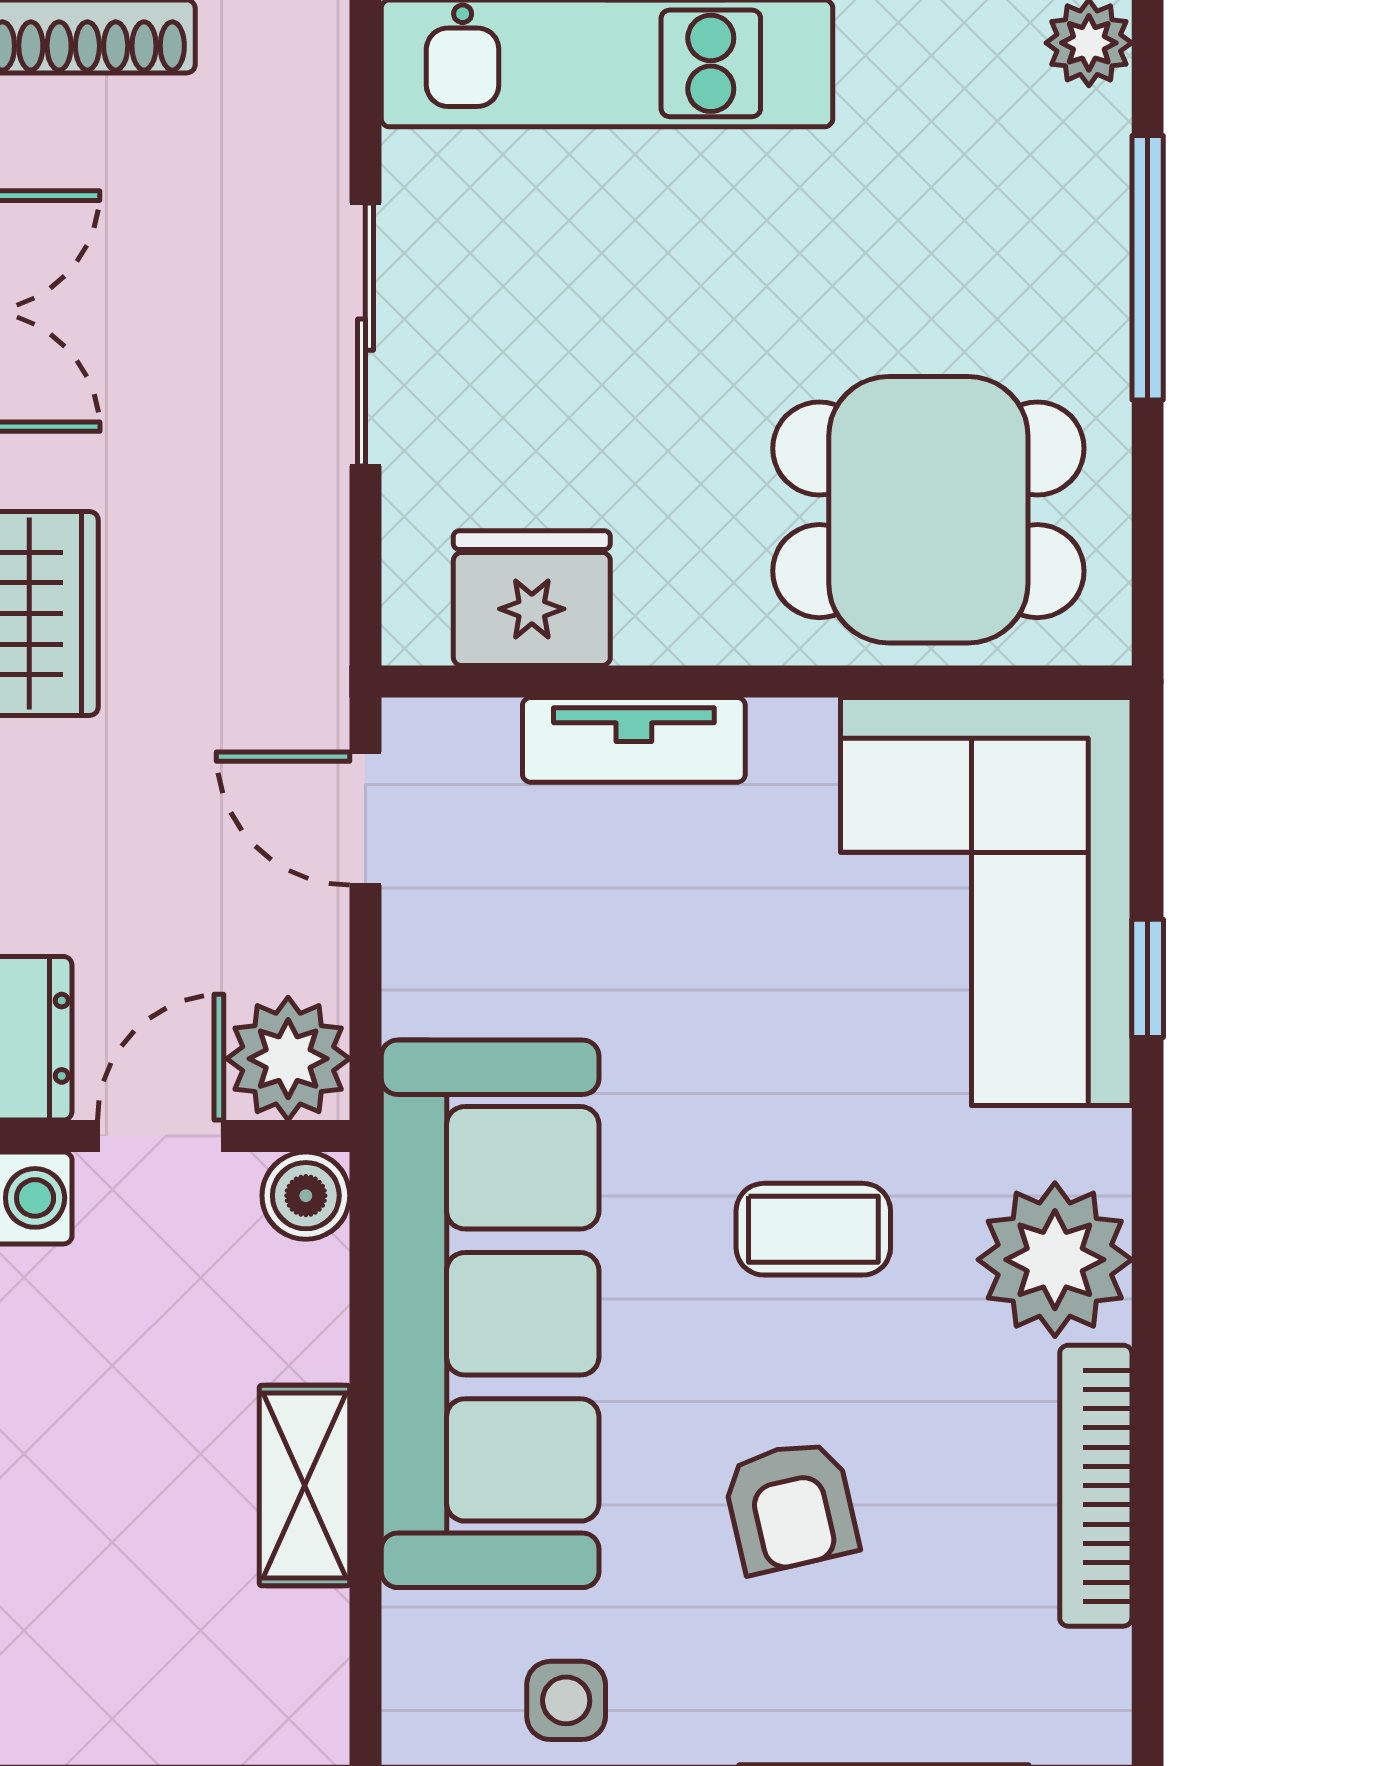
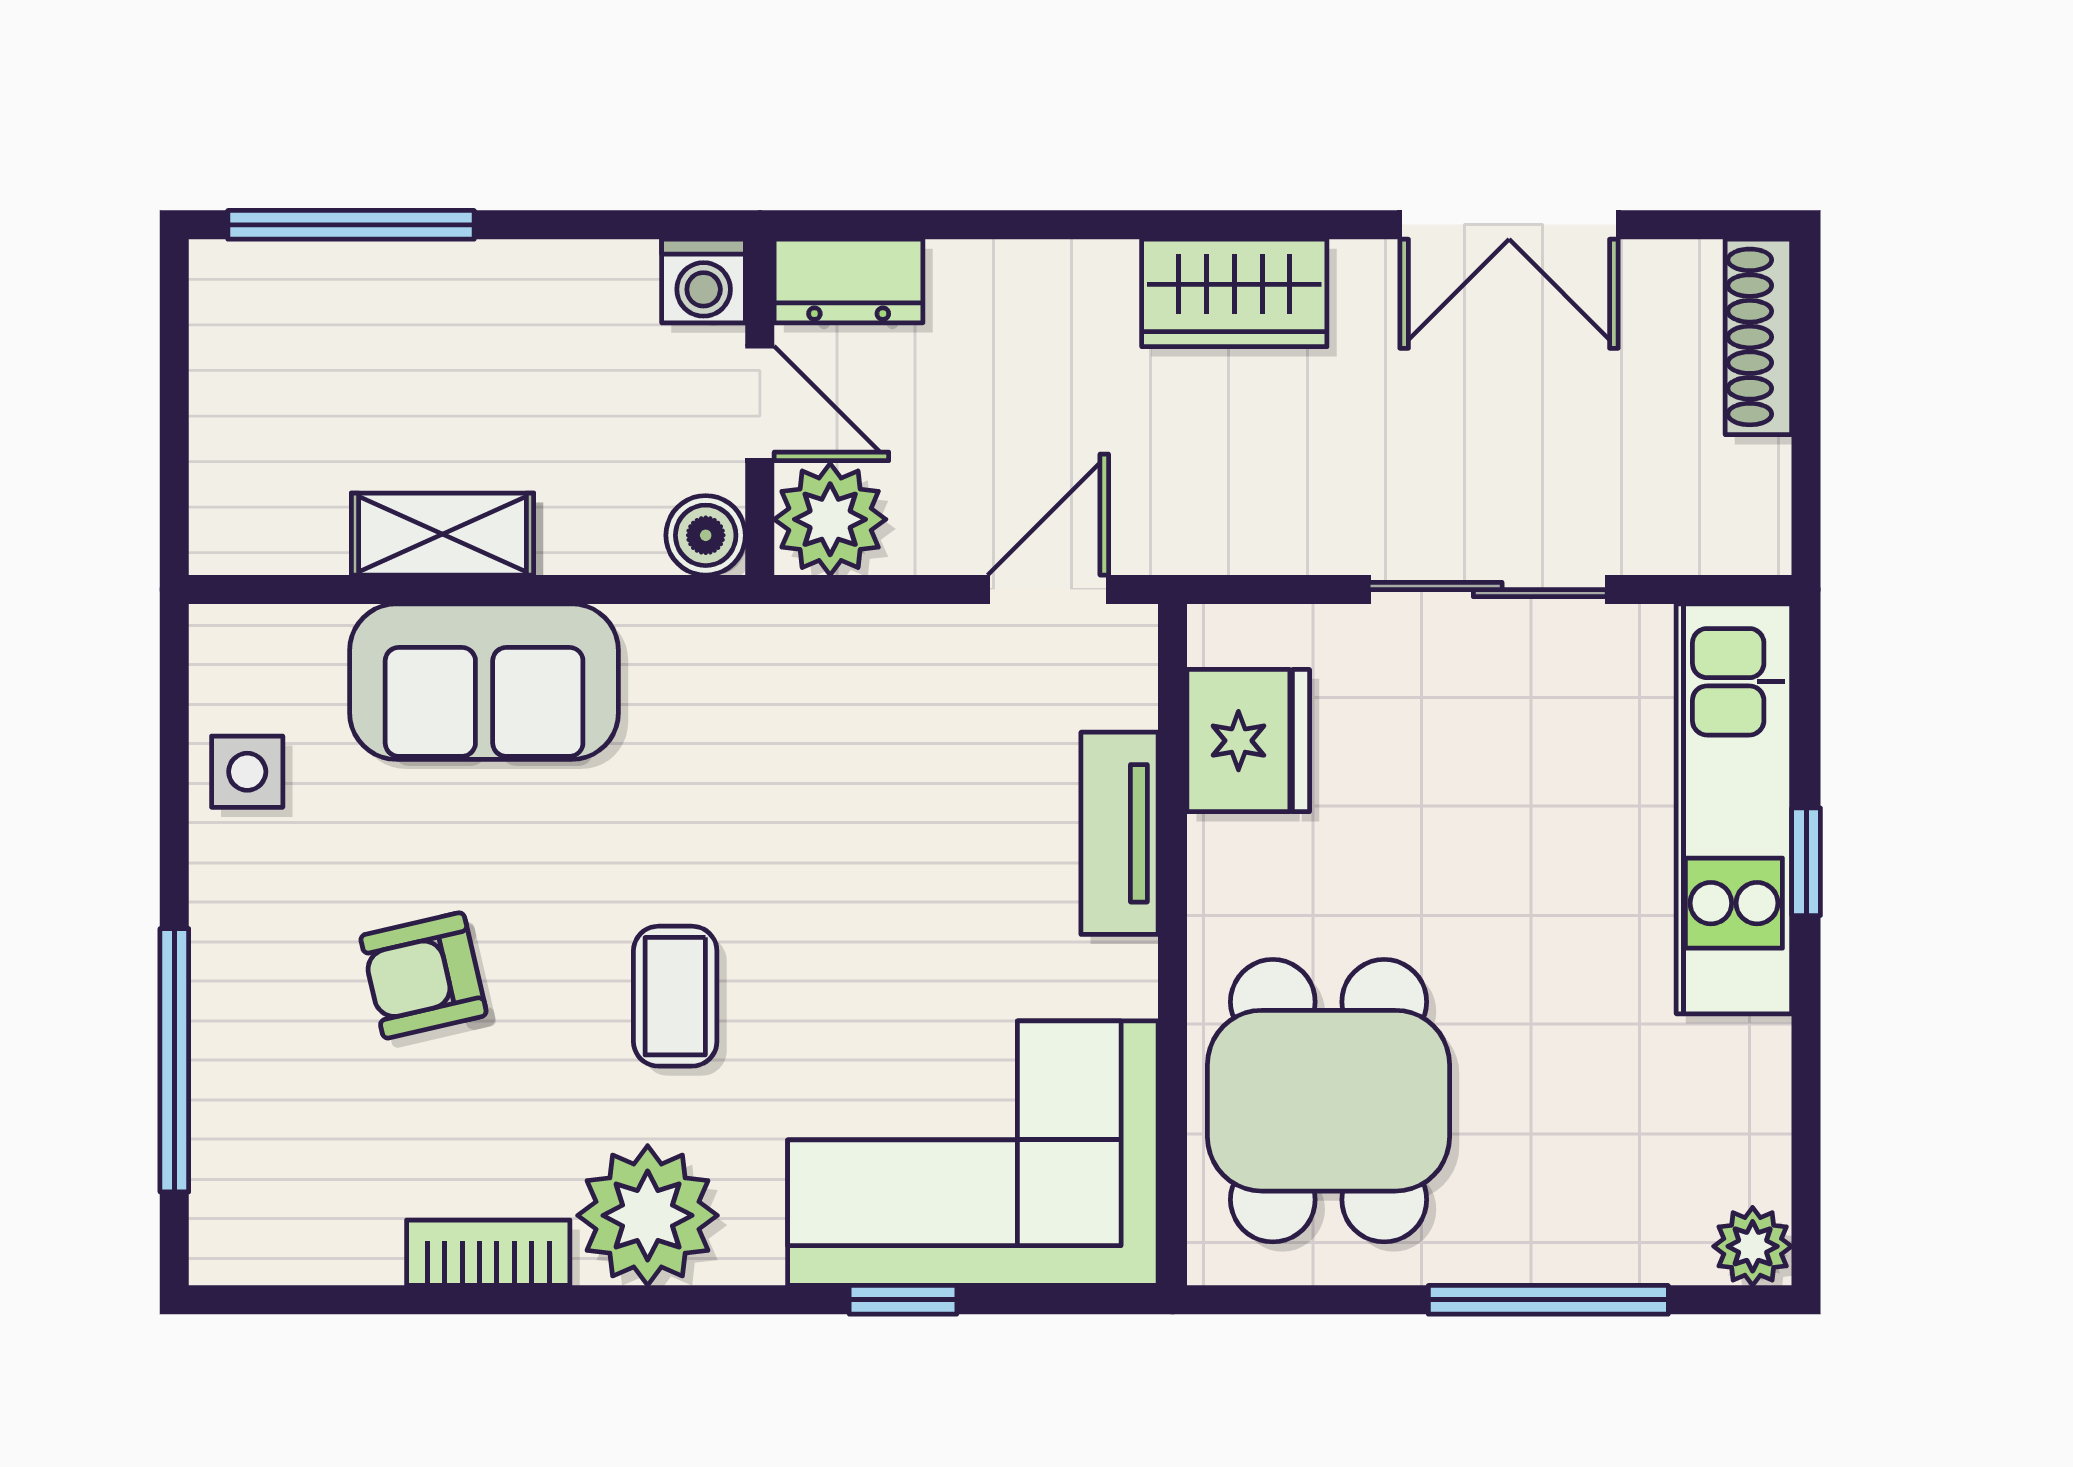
sofa: (490, 1314) -> (484, 682), width x0.54, depth x0.79
bookcase: (1096, 1486) -> (488, 1253), width x0.64

